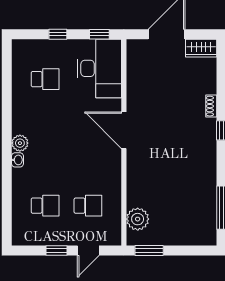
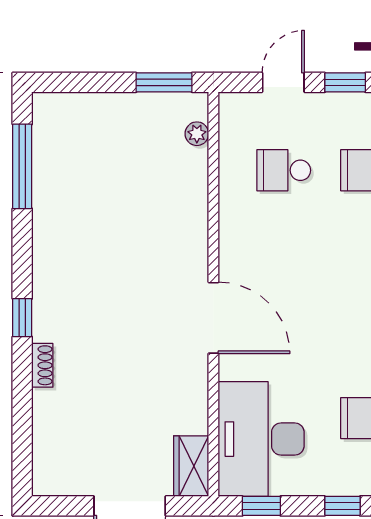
wardrobe: (201, 48) -> (191, 466), moved, turned -90
plant: (138, 219) -> (197, 134), width x0.53, depth x0.53

